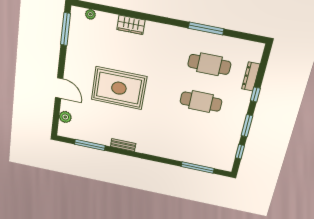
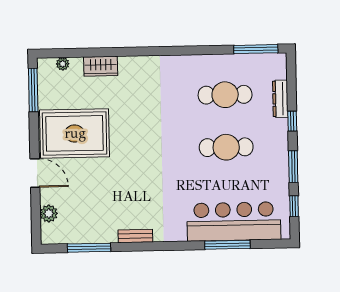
wardrobe: (131, 25) -> (101, 66), moved
window: (206, 28) -> (256, 49), moved
rug: (119, 88) -> (75, 133), moved
bar counter: (194, 152) -> (234, 221), added
window: (197, 167) -> (227, 245), moved

